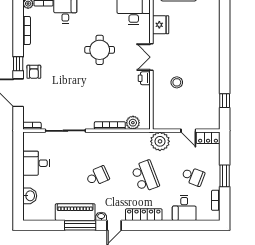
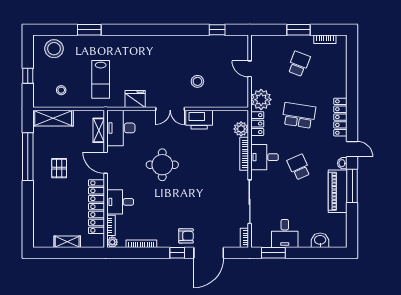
printer: (144, 78) -> (199, 120), width x1.87, depth x1.48
door: (188, 131) -> (250, 69), swing flipped
locker: (208, 138) -> (257, 124), moved
window: (18, 153) -> (273, 253), added
school desk: (145, 176) -> (299, 115), turned 30
desk: (184, 208) -> (265, 157), moved, turned 180

